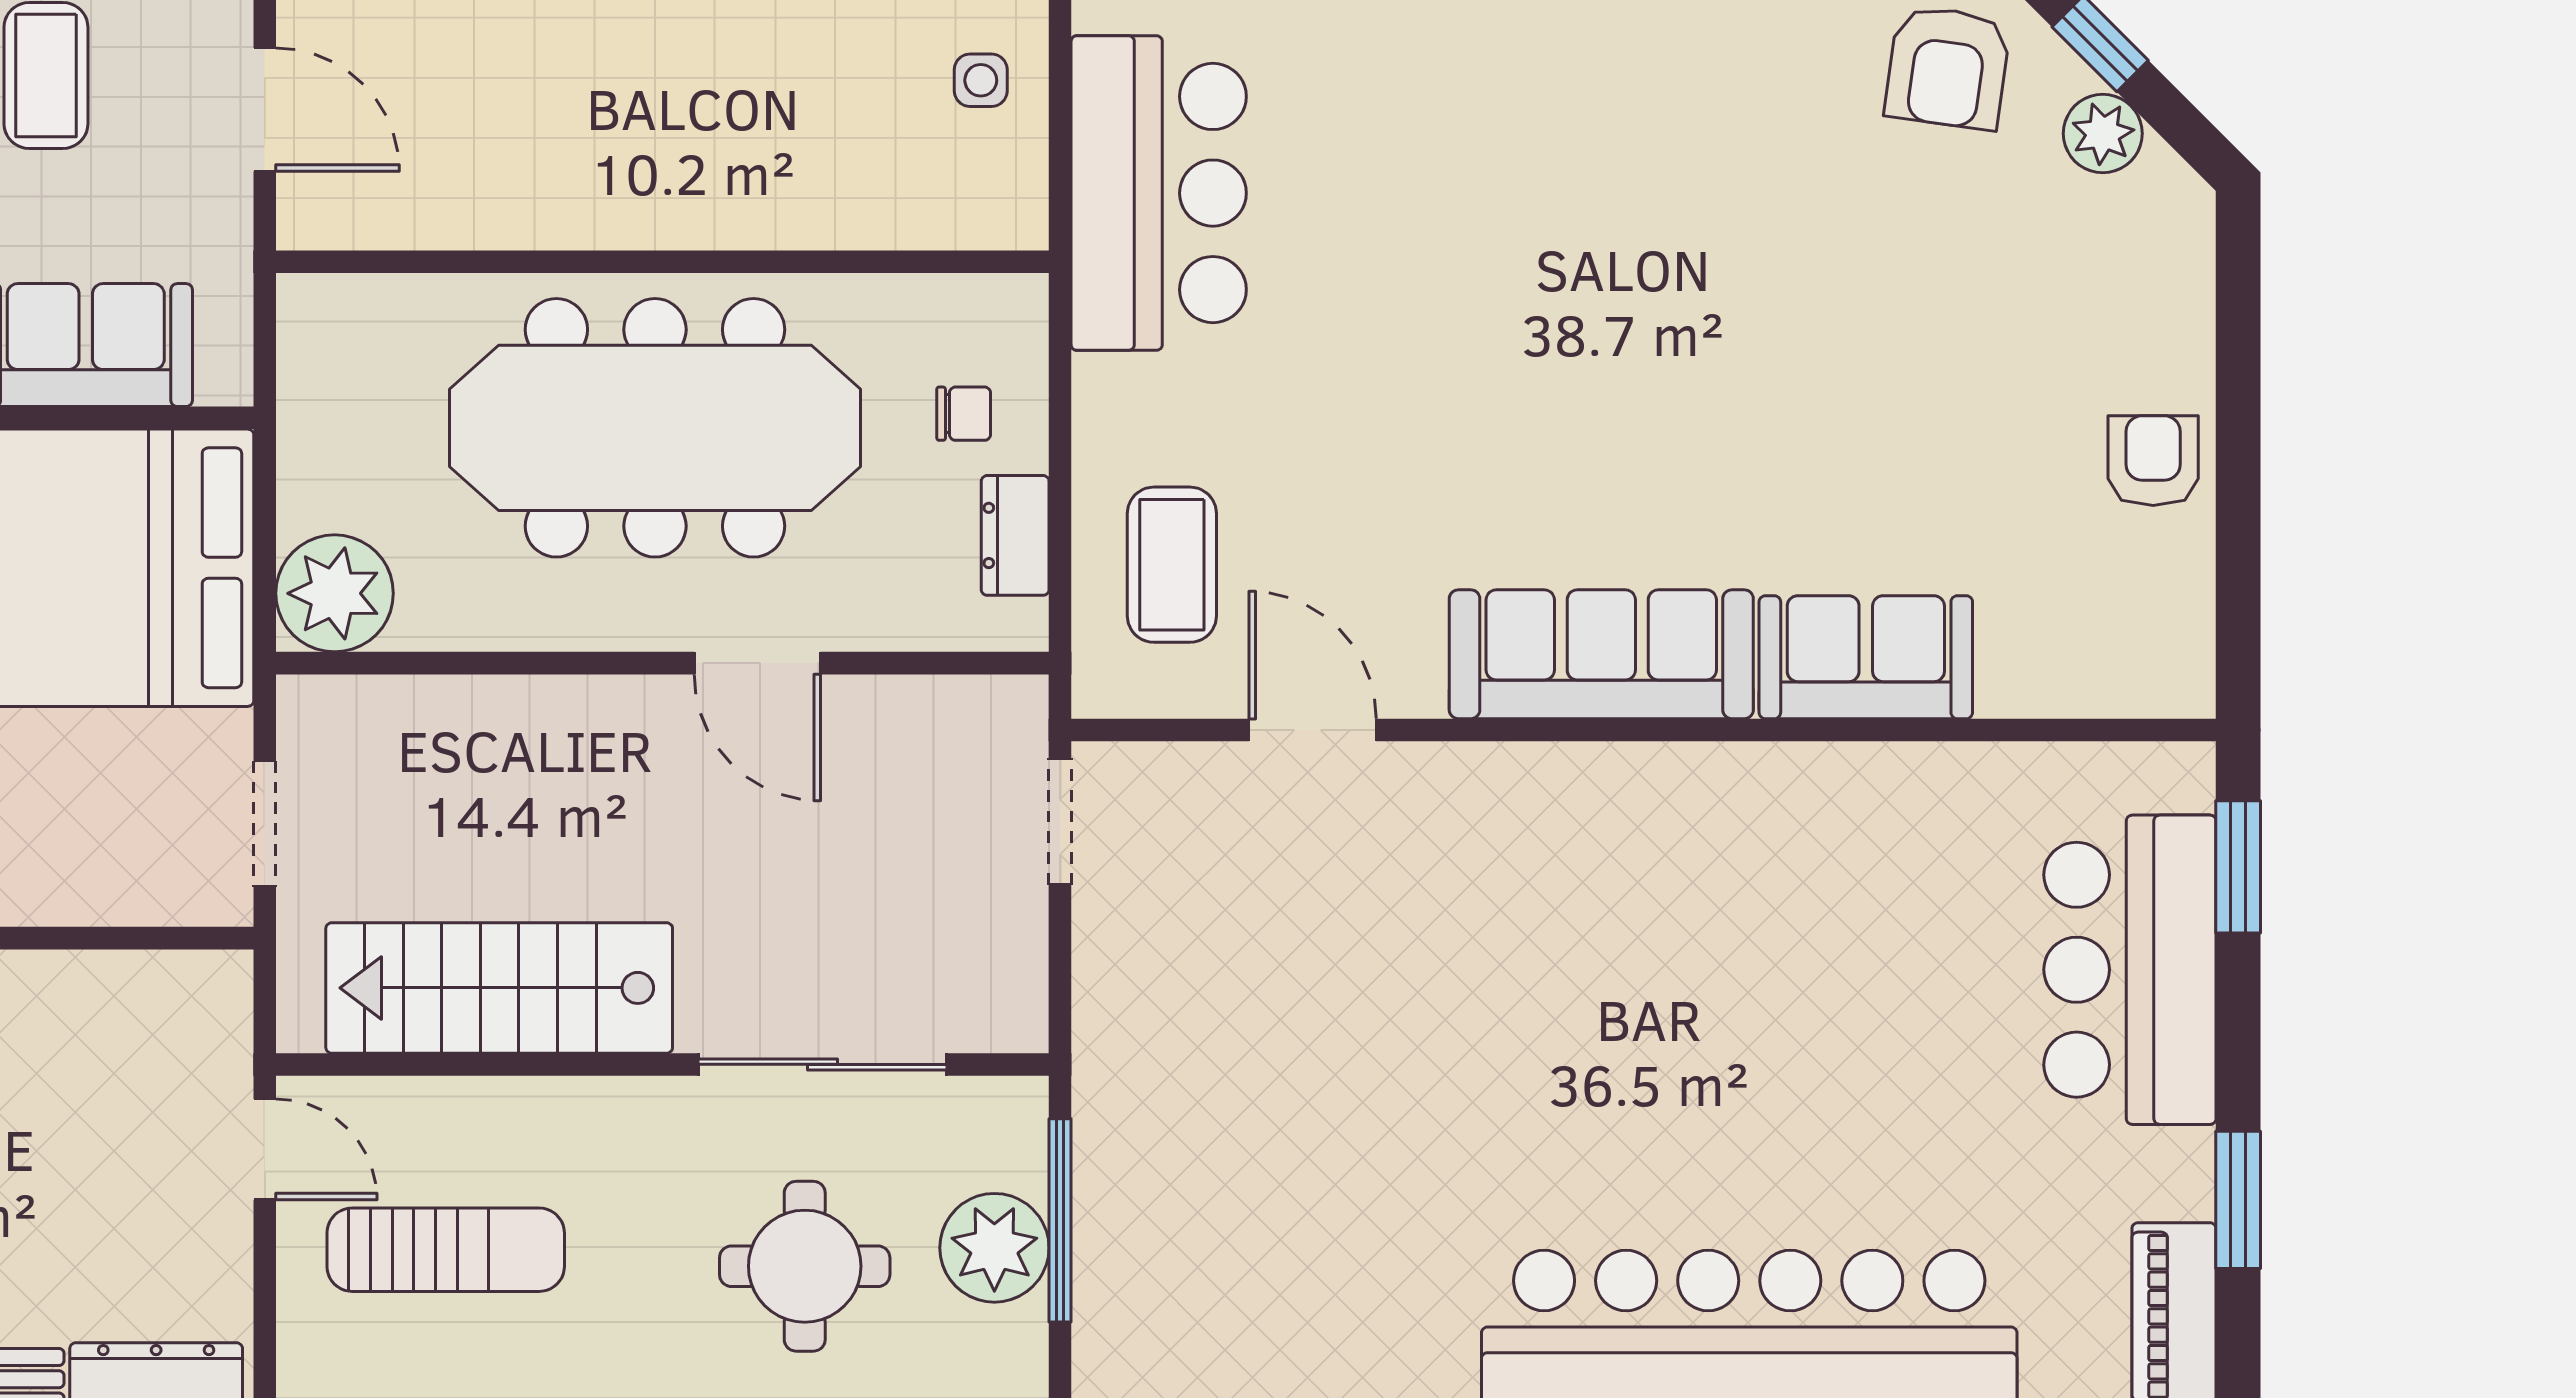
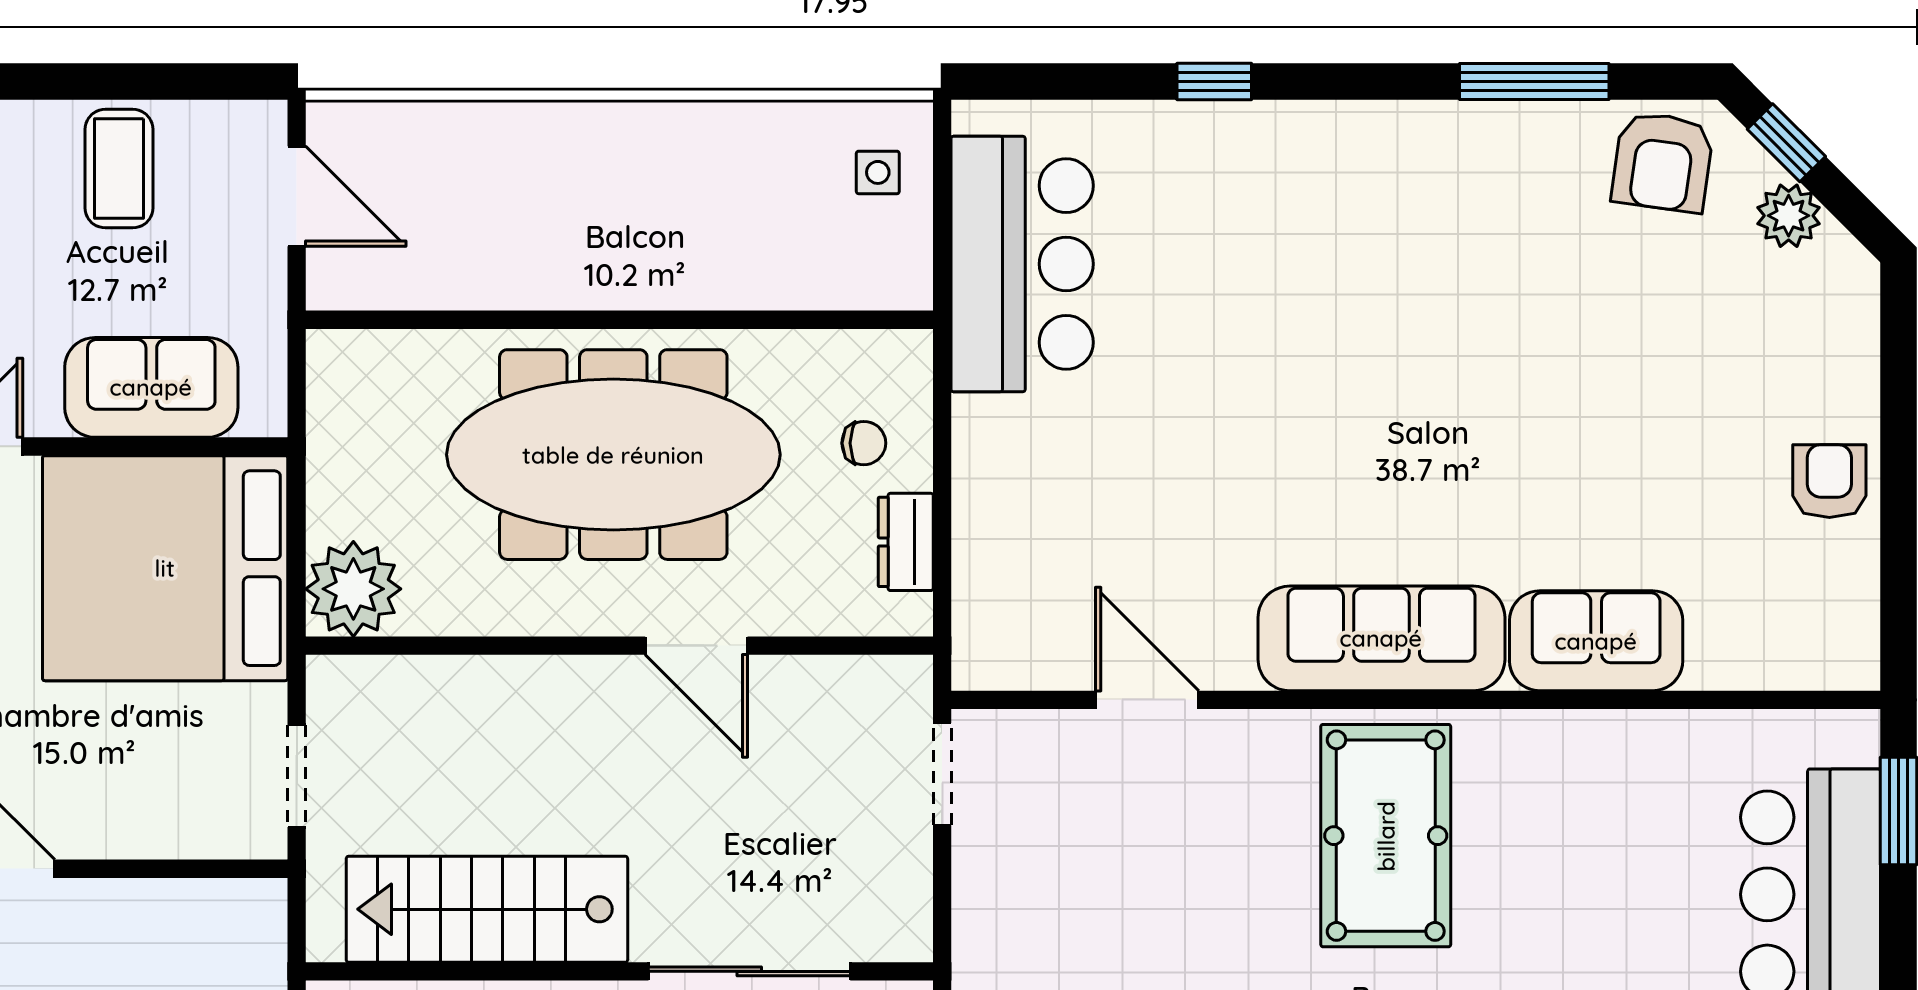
coffee table: (1172, 565) -> (1033, 566), removed
pool table: (1607, 897) -> (1386, 836), added

